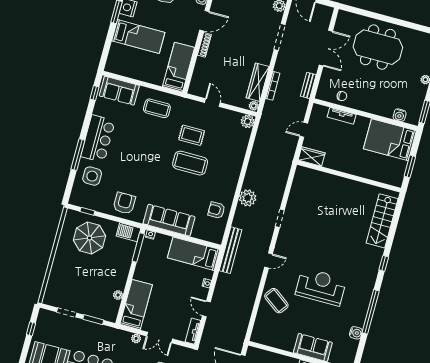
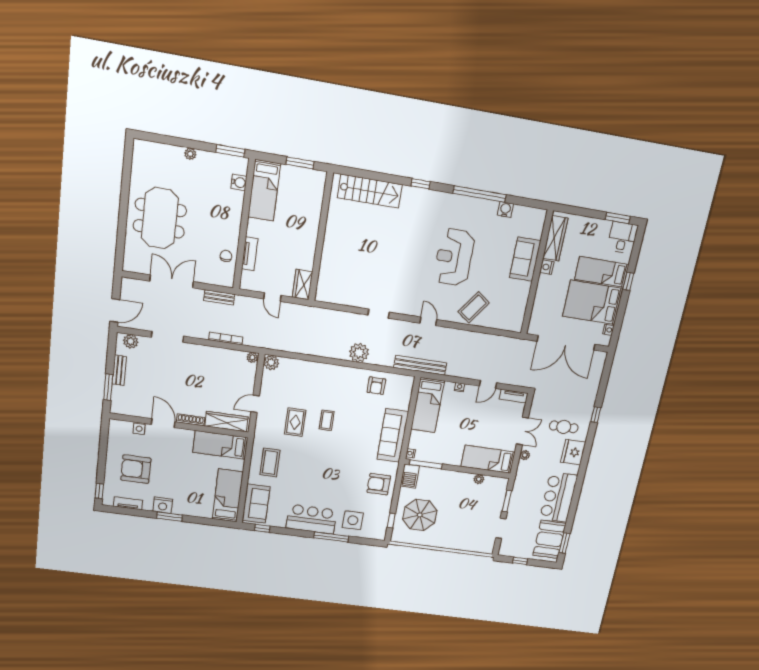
bed: (138, 37) -> (228, 496), moved
wardrobe: (258, 82) -> (226, 422), moved, turned 180
bed: (390, 140) -> (264, 190), width x0.67
coffee table: (190, 163) -> (327, 420), width x0.54, depth x0.58

